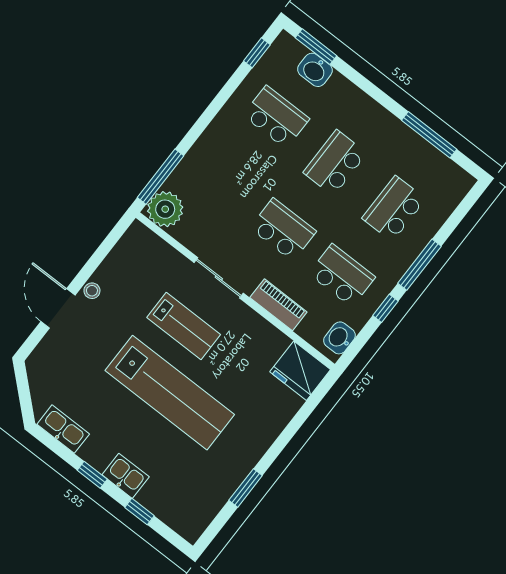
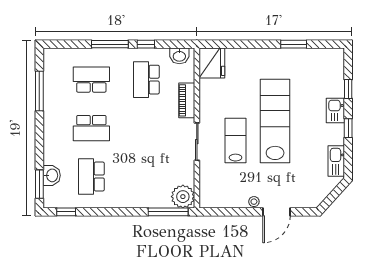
school desk: (394, 209) -> (91, 80), turned 180
school desk: (283, 230) -> (146, 128), removed

